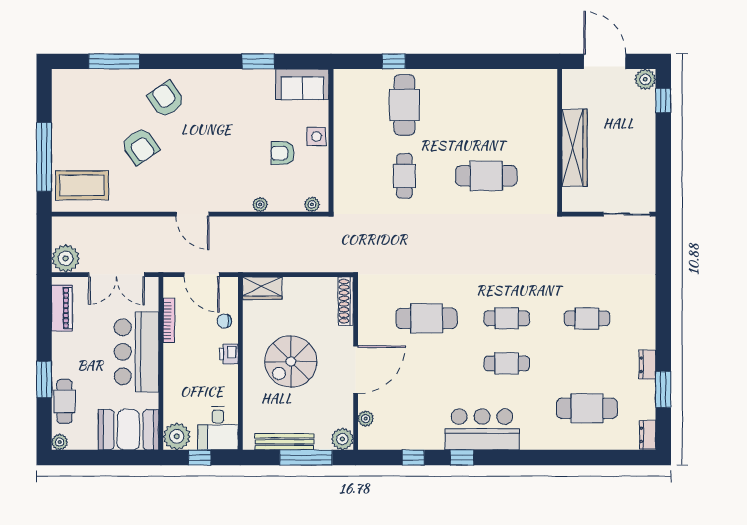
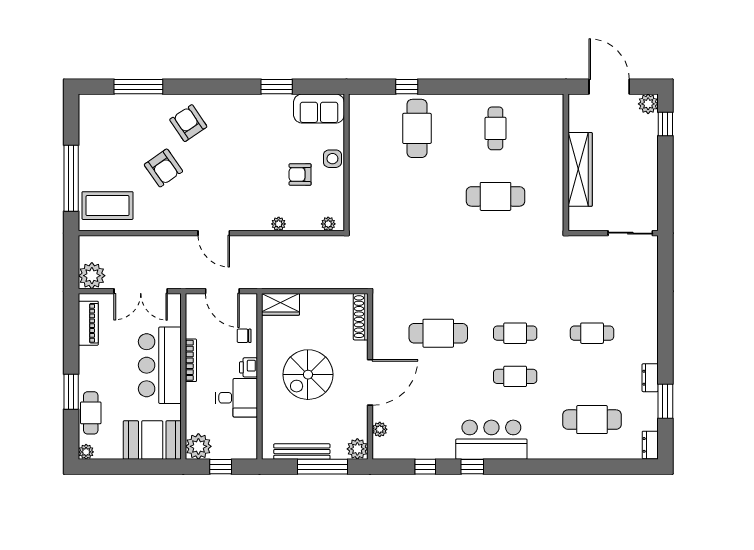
cafe table: (404, 176) -> (495, 128), moved
bookcase: (169, 321) -> (191, 360), moved
desk: (218, 428) -> (236, 398), moved, turned -90

